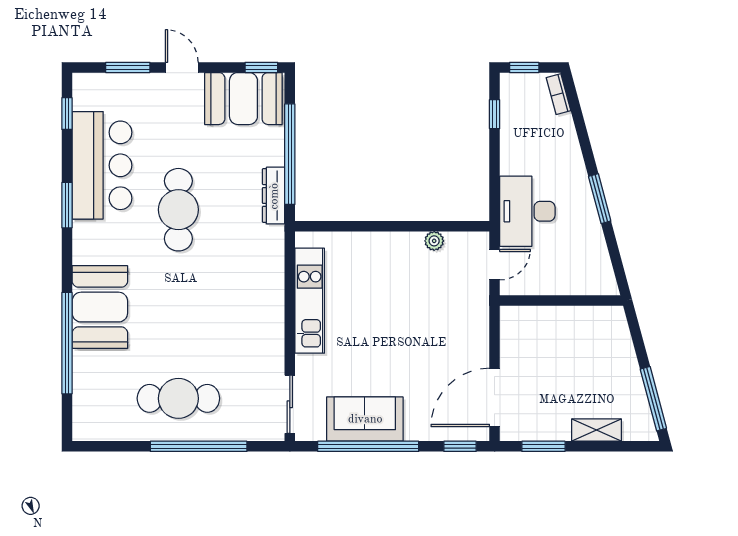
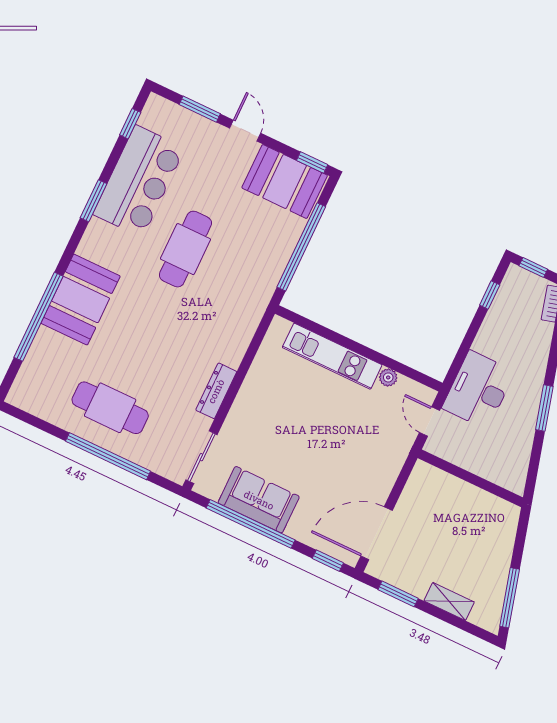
dresser: (274, 196) -> (216, 391), moved
door: (495, 265) -> (430, 422), swing flipped
kitchen unit: (310, 301) -> (332, 356), moved, turned 90

